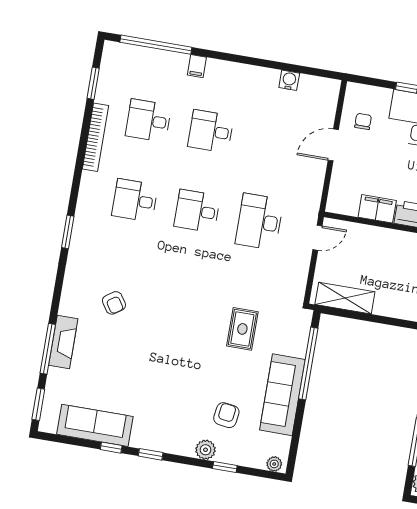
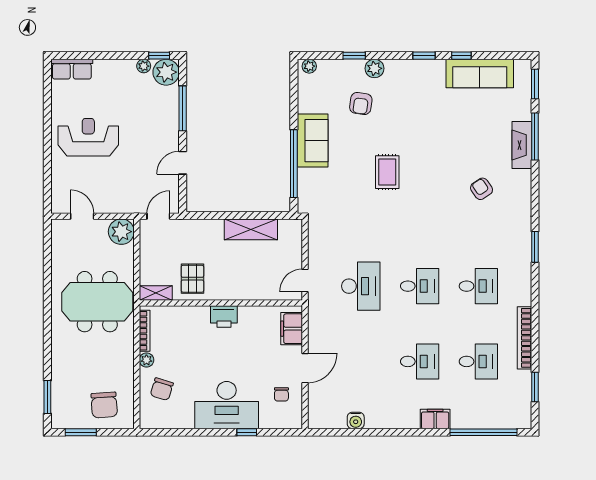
filing cabinet: (197, 66) -> (435, 419), width x2.00
filing cabinet: (377, 209) -> (292, 329), moved, turned 90
shelving: (345, 298) -> (251, 229), moved
rug: (242, 329) -> (387, 172), moved
sofa: (282, 395) -> (313, 141), width x0.73

